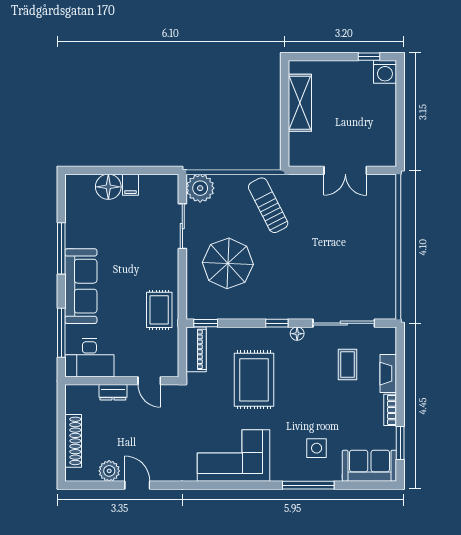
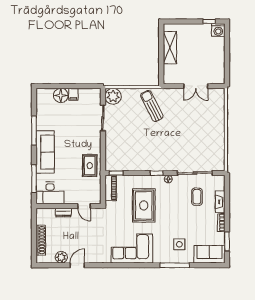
parasol: (228, 263) -> (129, 139), removed
door: (137, 485) -> (77, 265), hinge flipped

